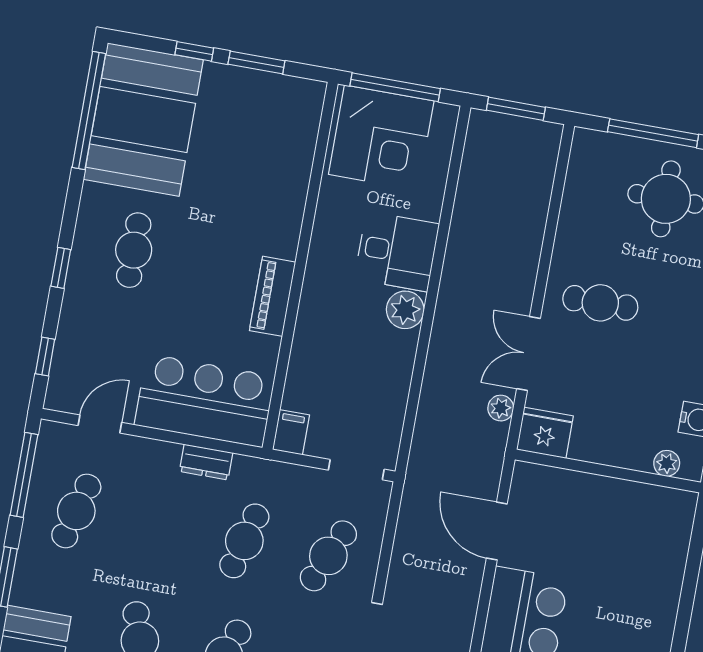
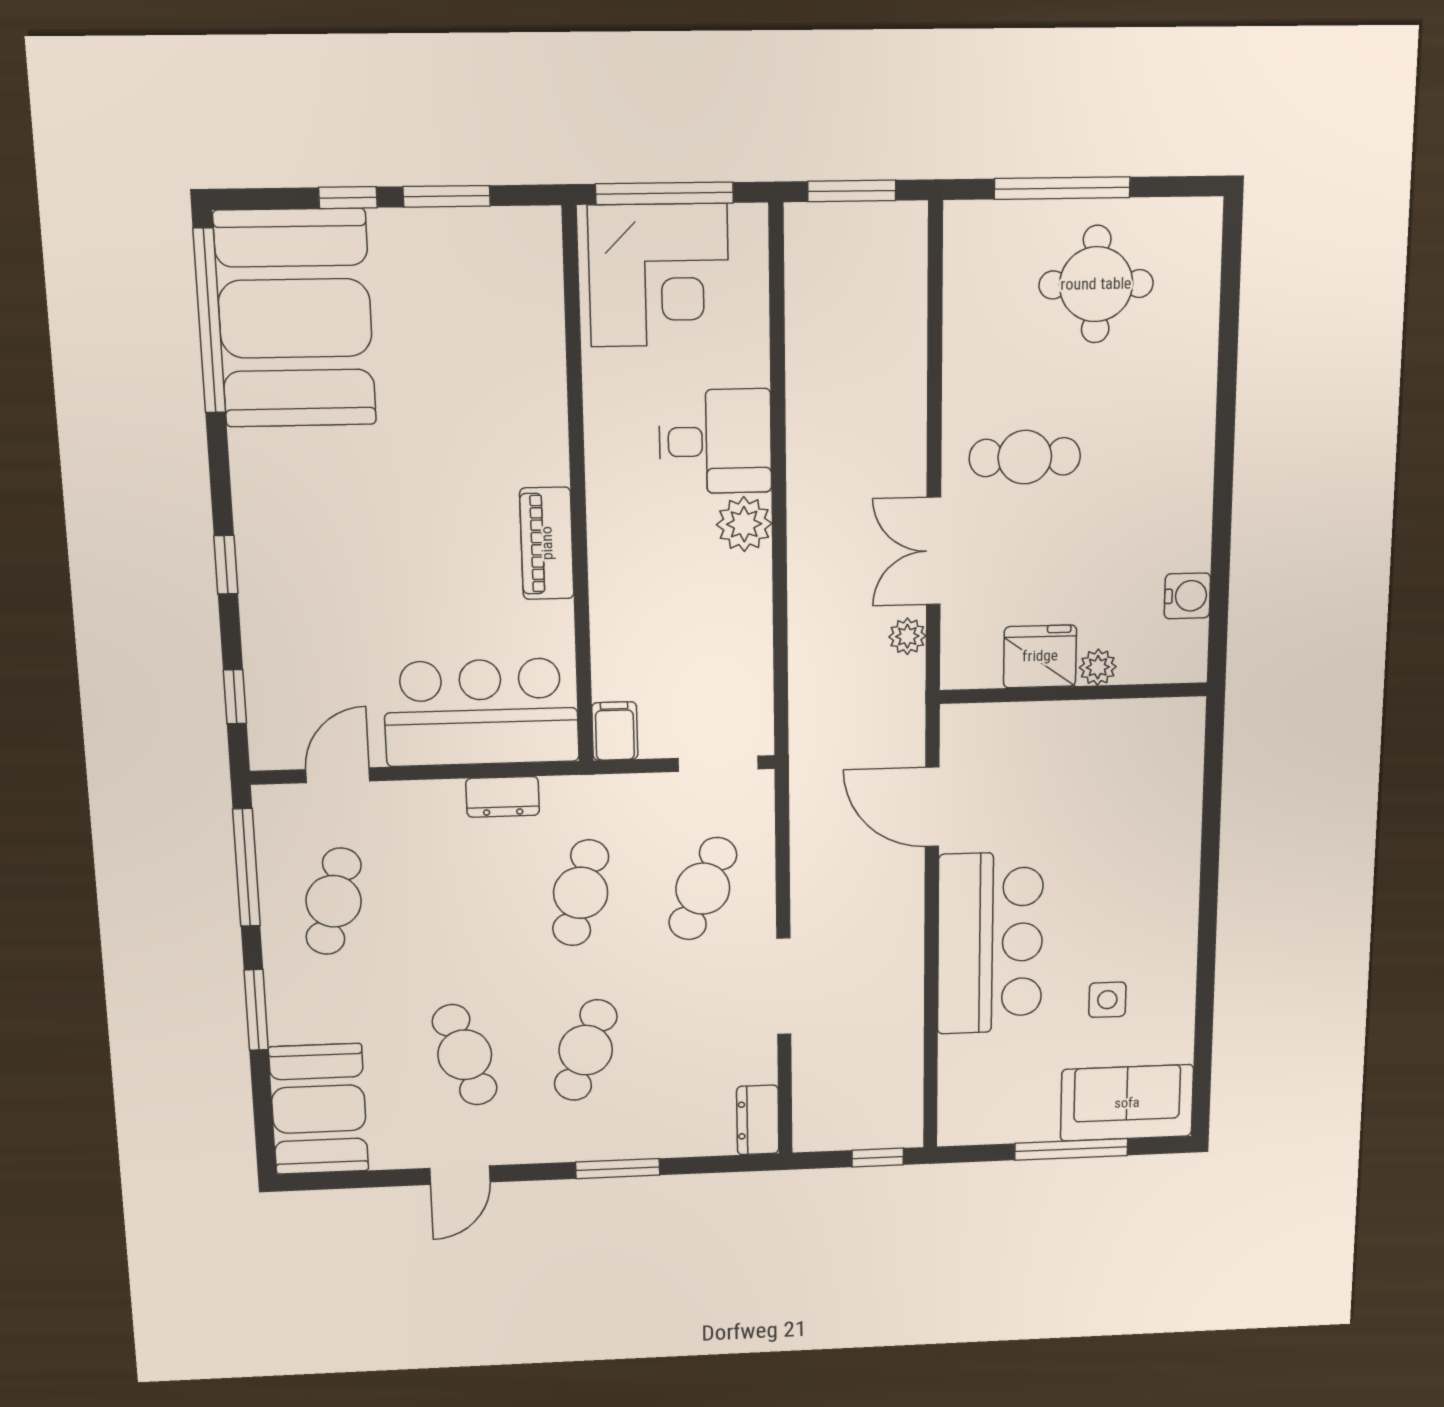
cafe table: (134, 250) -> (327, 517), removed
fridge: (545, 433) -> (1040, 656), moved
plant: (667, 463) -> (1098, 667), moved

